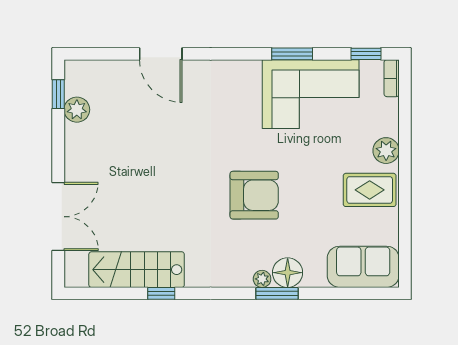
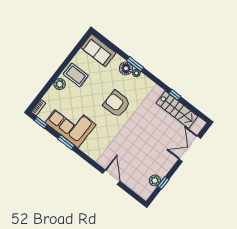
window: (58, 94) -> (163, 183), moved

